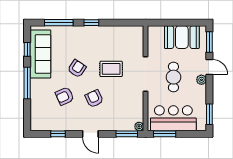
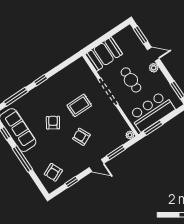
booth: (182, 37) -> (104, 54), moved
armchair: (65, 96) -> (53, 172), moved
window: (127, 134) -> (116, 153), moved

